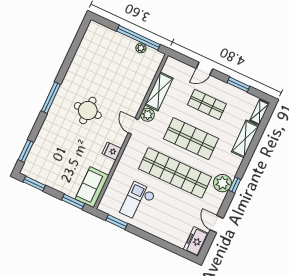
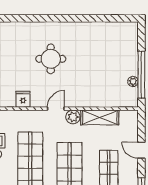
window: (51, 98) -> (47, 18), removed

